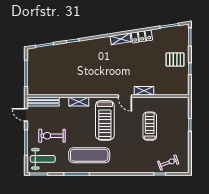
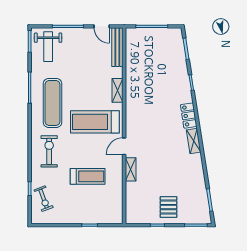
locker: (142, 36) -> (189, 116), moved
door: (26, 115) -> (102, 26), swing flipped
exercise bike: (52, 136) -> (49, 151), moved

